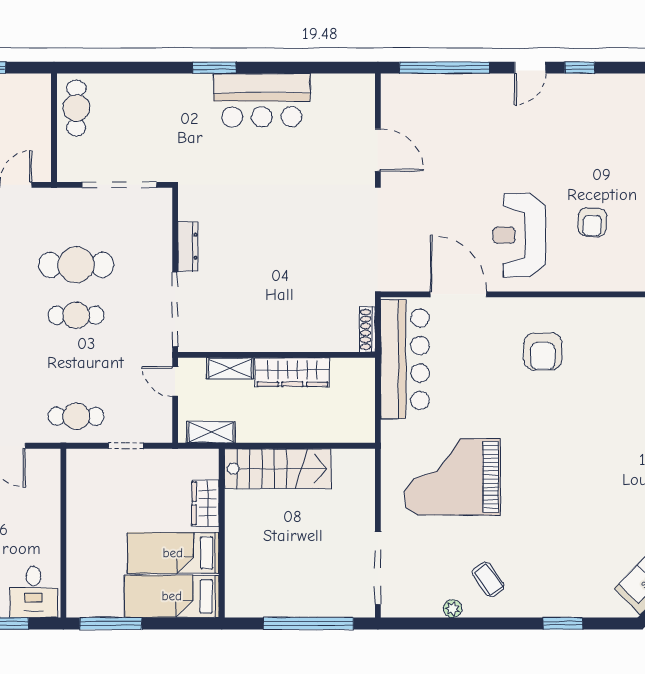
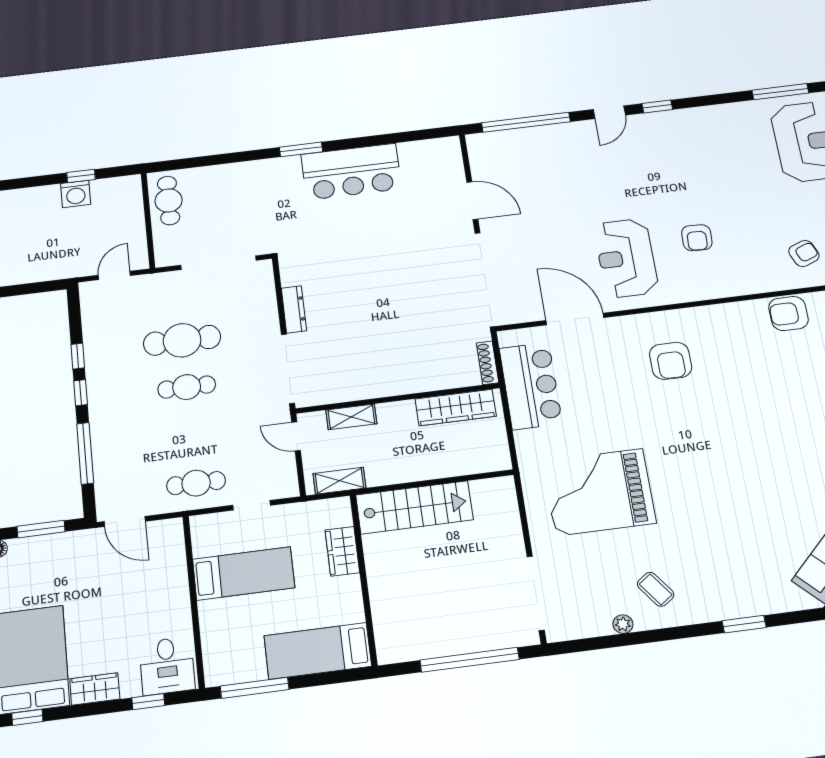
bar counter: (405, 359) -> (531, 386), width x0.73
wardrobe: (292, 372) -> (456, 408), moved
bed: (173, 553) -> (244, 573), moved, turned 180

